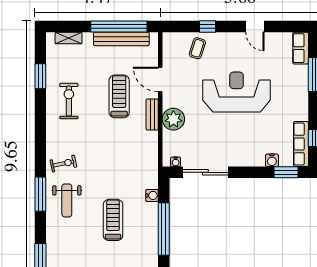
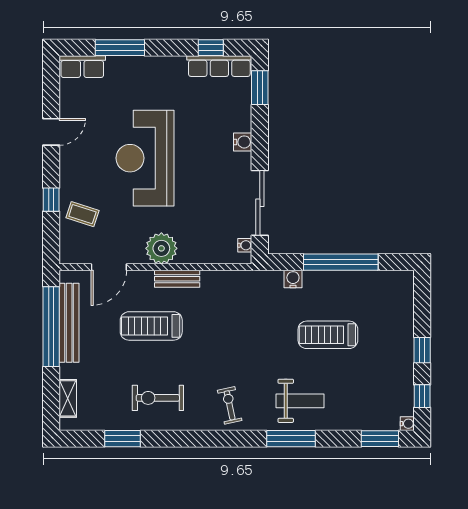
door: (160, 79) -> (109, 267), moved
plant: (173, 119) -> (161, 248), moved
water cooler: (272, 160) -> (243, 142), moved
exercise bike: (63, 164) -> (230, 405), moved

